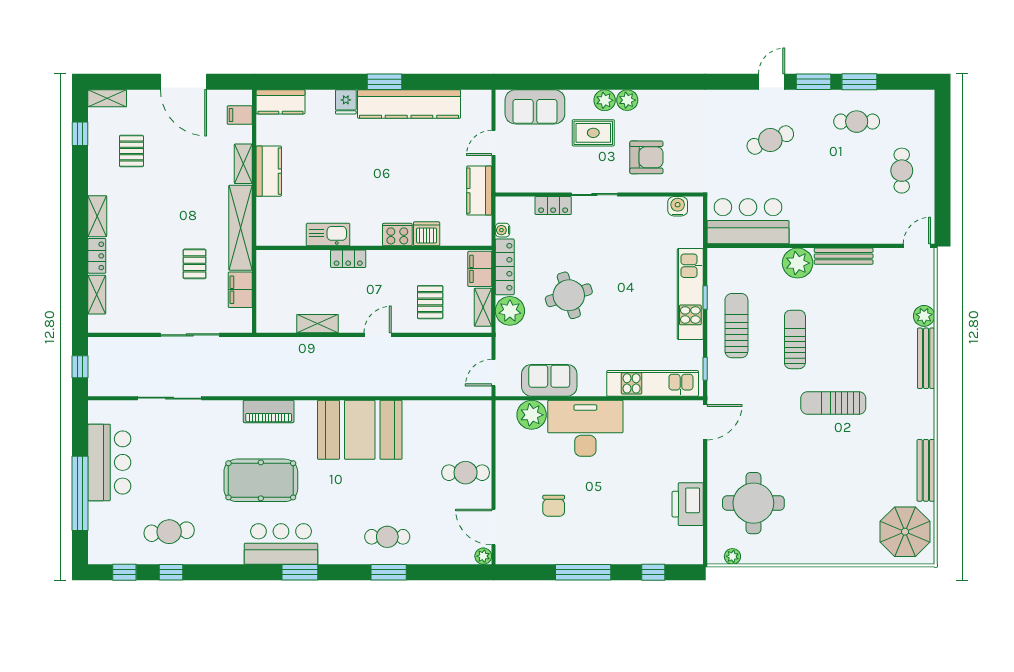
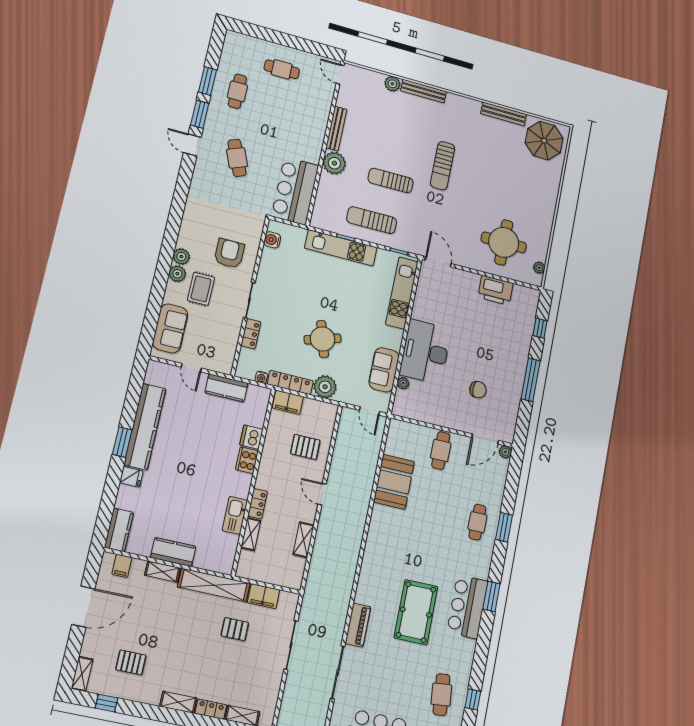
shelving: (483, 307) -> (251, 534), moved, turned 90
piano: (269, 411) -> (358, 625), moved
plant: (532, 415) -> (403, 383), width x0.53, depth x0.53
booth: (360, 430) -> (394, 482), moved, width x0.73, depth x0.70

